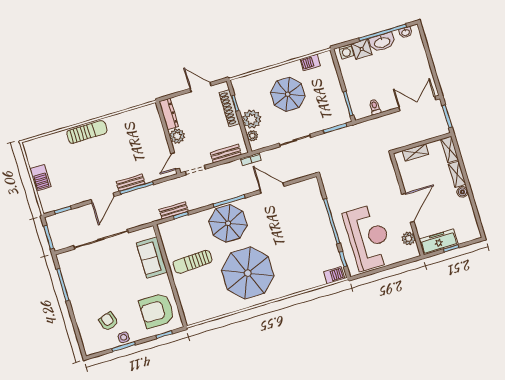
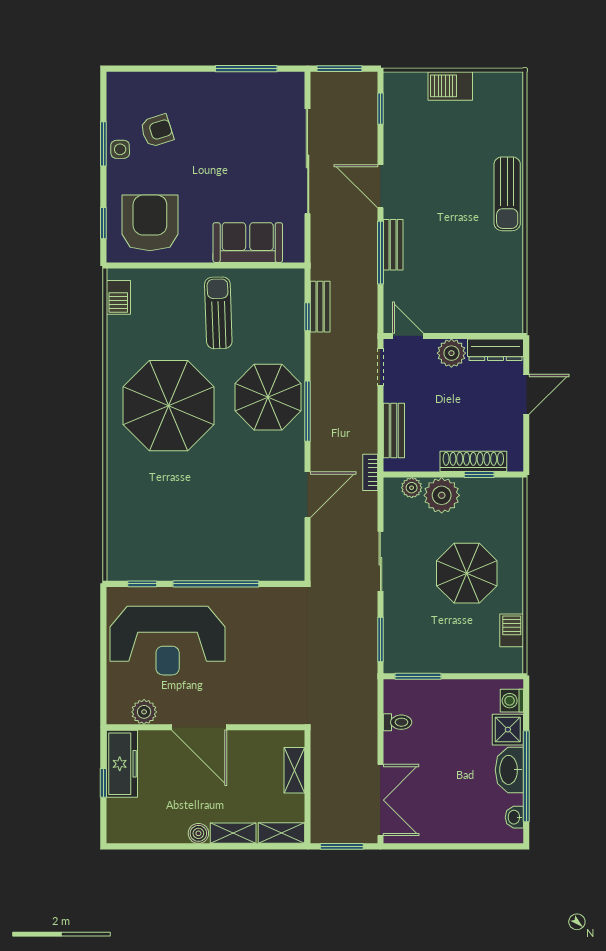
door: (201, 87) -> (526, 394), moved
barbecue: (334, 275) -> (118, 297), moved

